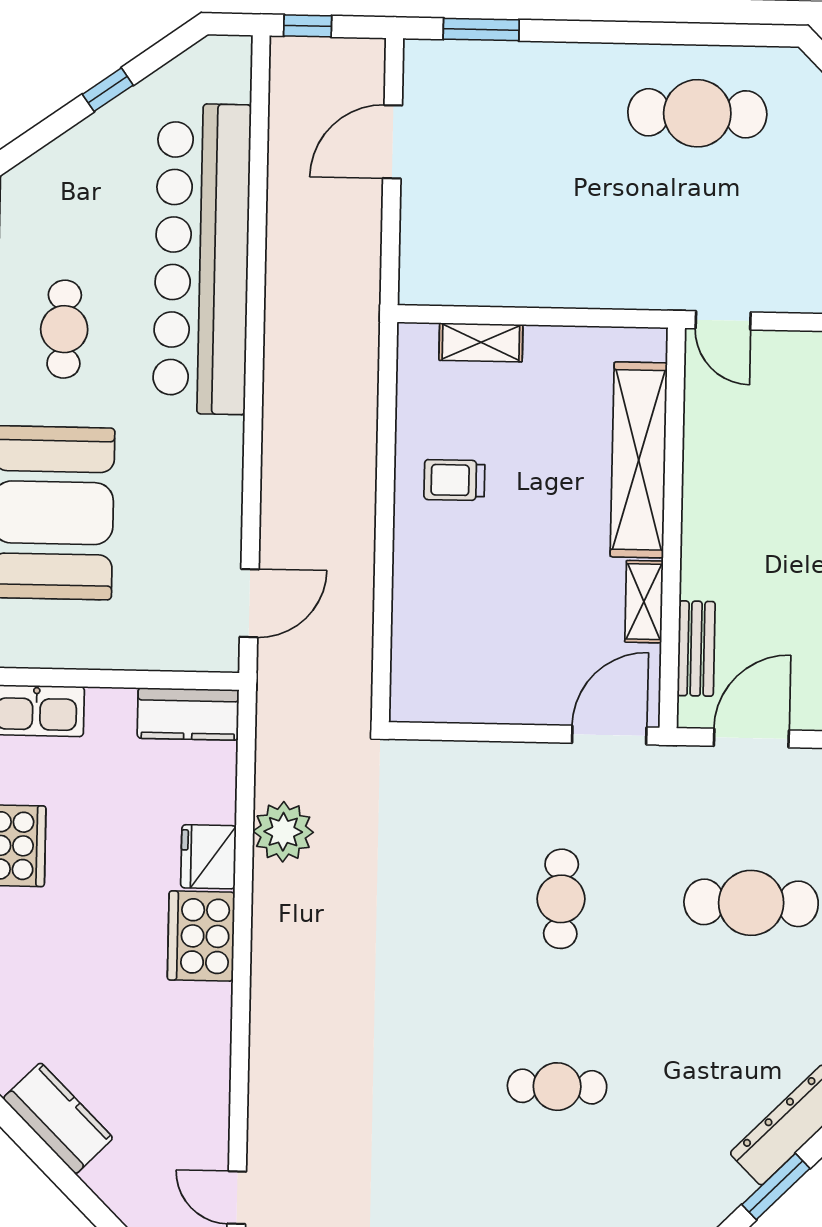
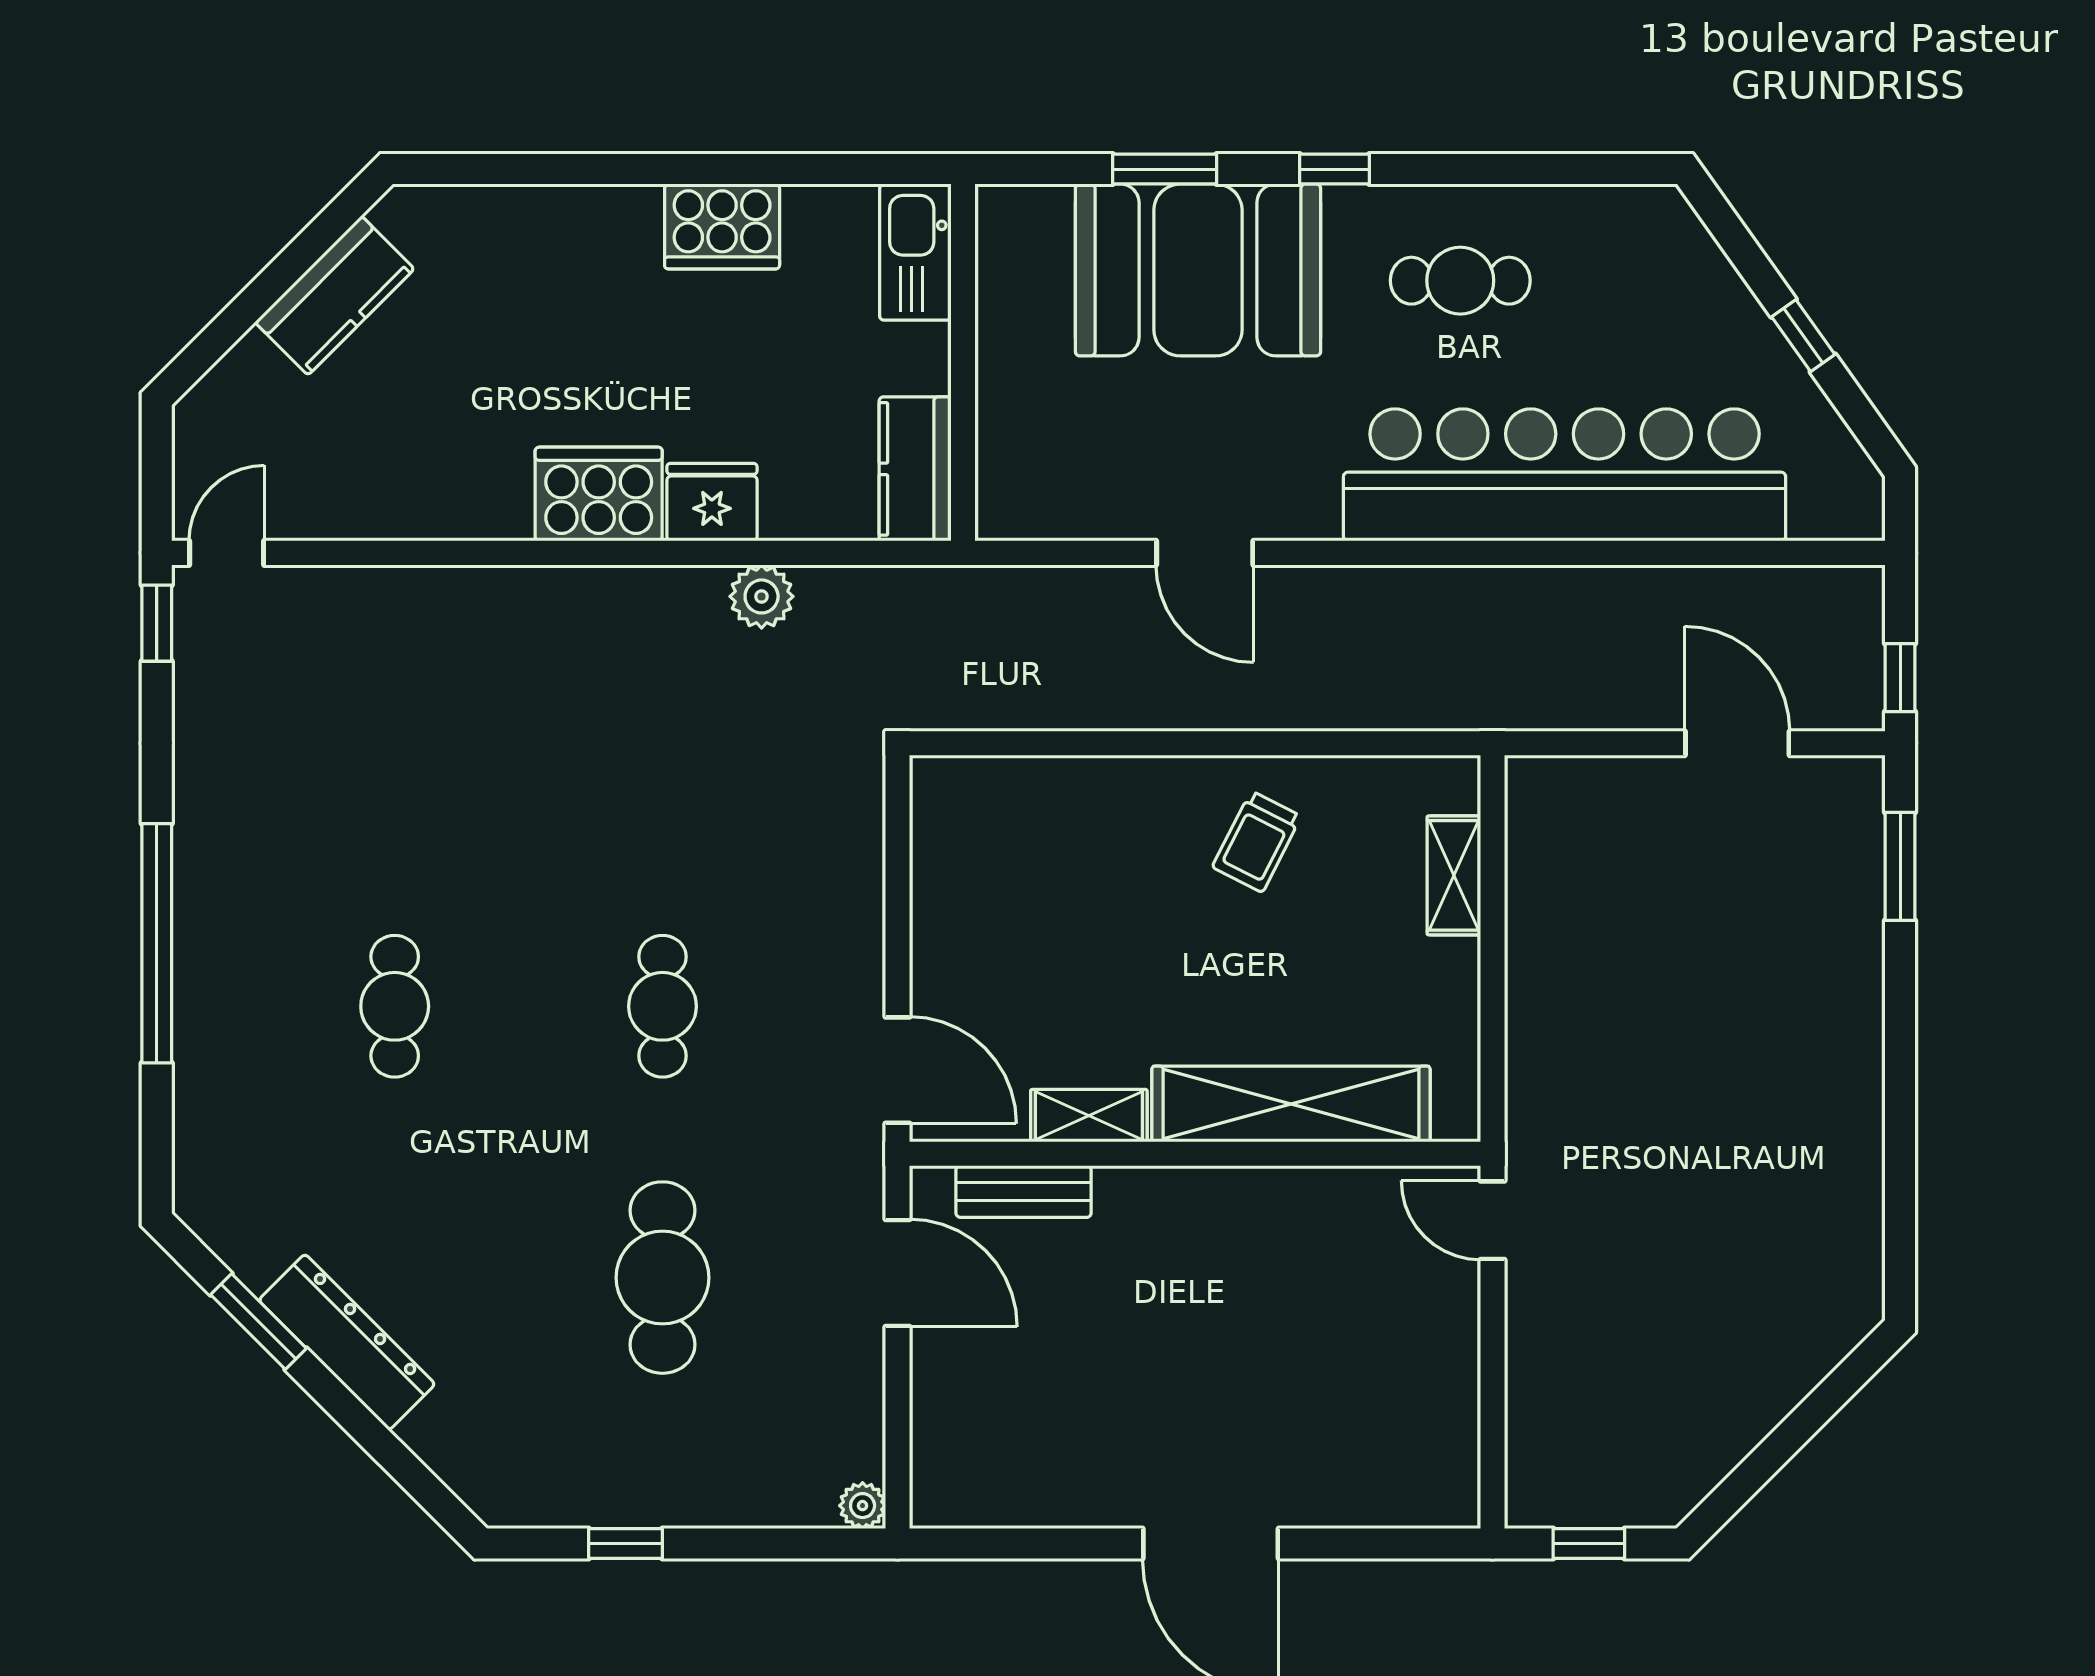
window: (308, 26) -> (1900, 678), moved
cafe table: (697, 113) -> (1787, 1177), removed
door: (723, 320) -> (1492, 1220), hinge flipped
trolley: (454, 480) -> (1257, 842), turned -153
door: (249, 603) -> (1205, 553), moved
plant: (283, 832) -> (762, 596), width x0.73, depth x0.73
cafe table: (561, 899) -> (662, 1006), turned 90

